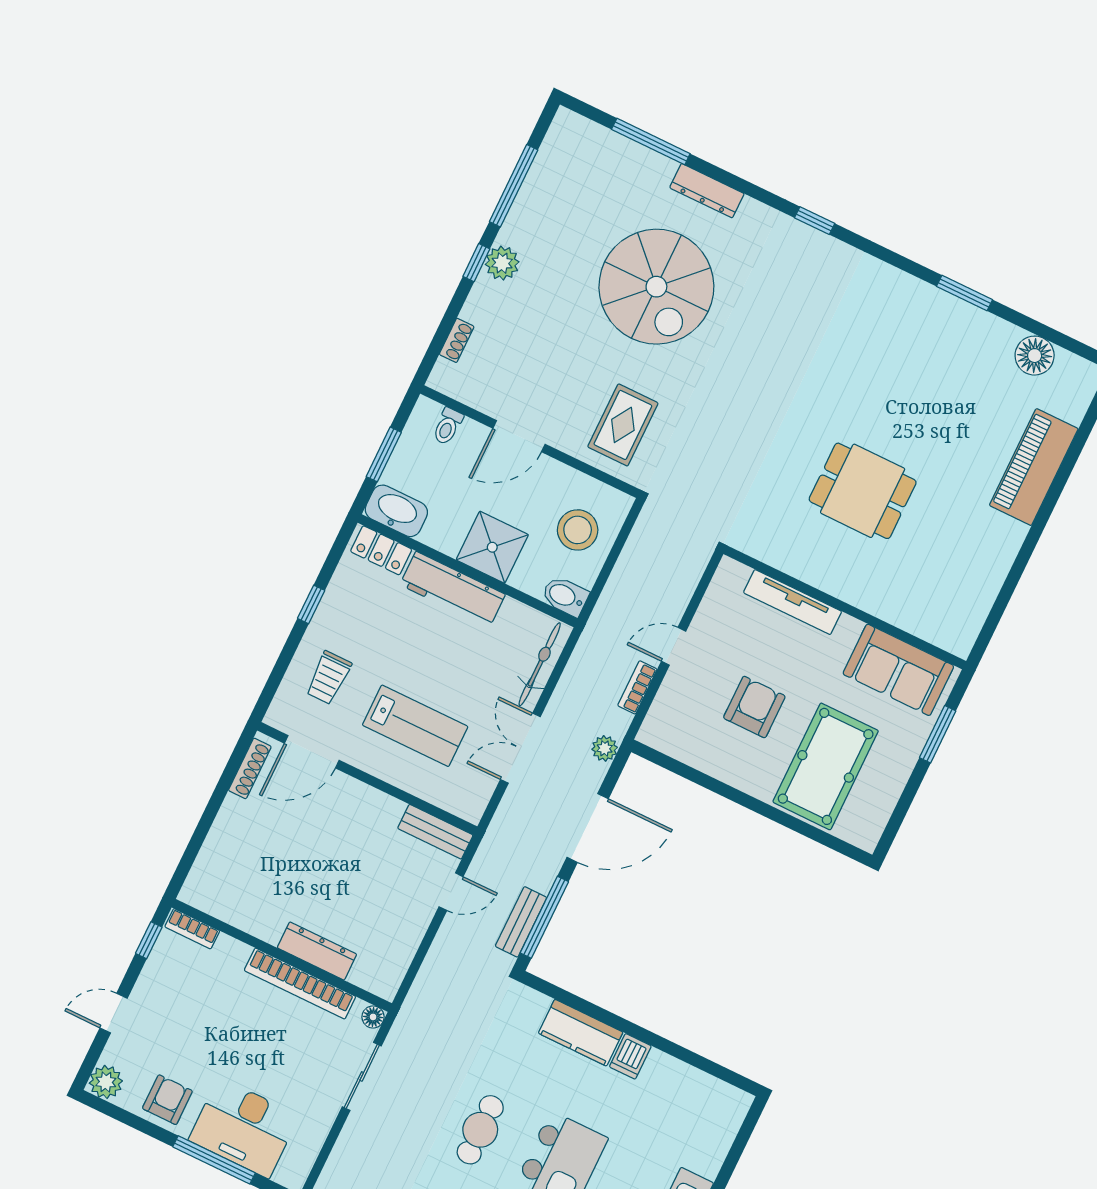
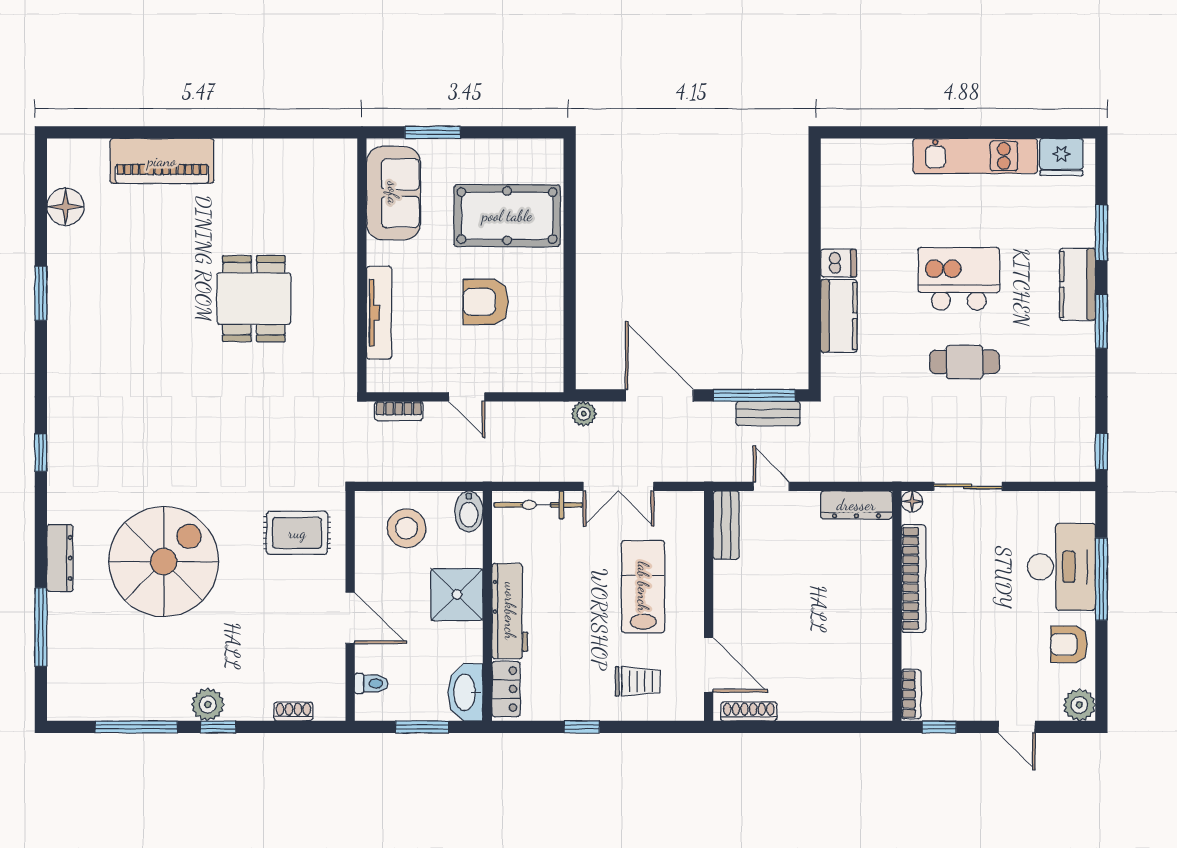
bookcase: (637, 687) -> (399, 411), moved
dresser: (317, 951) -> (856, 505), moved, turned -90

